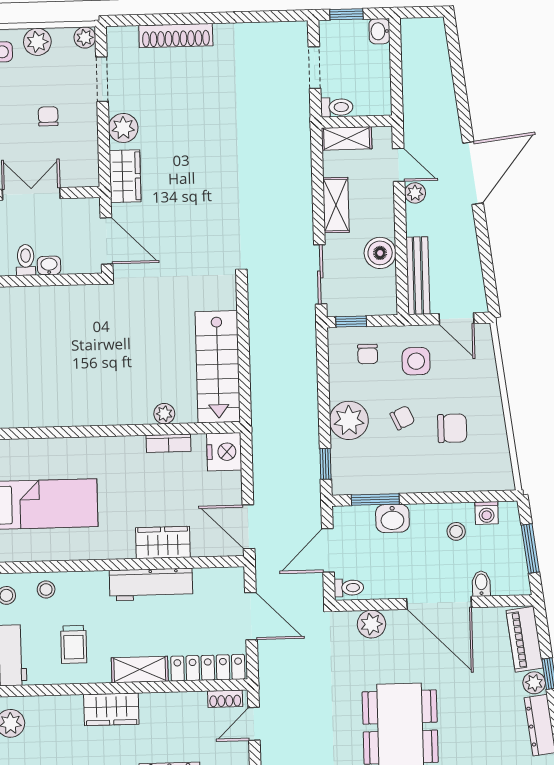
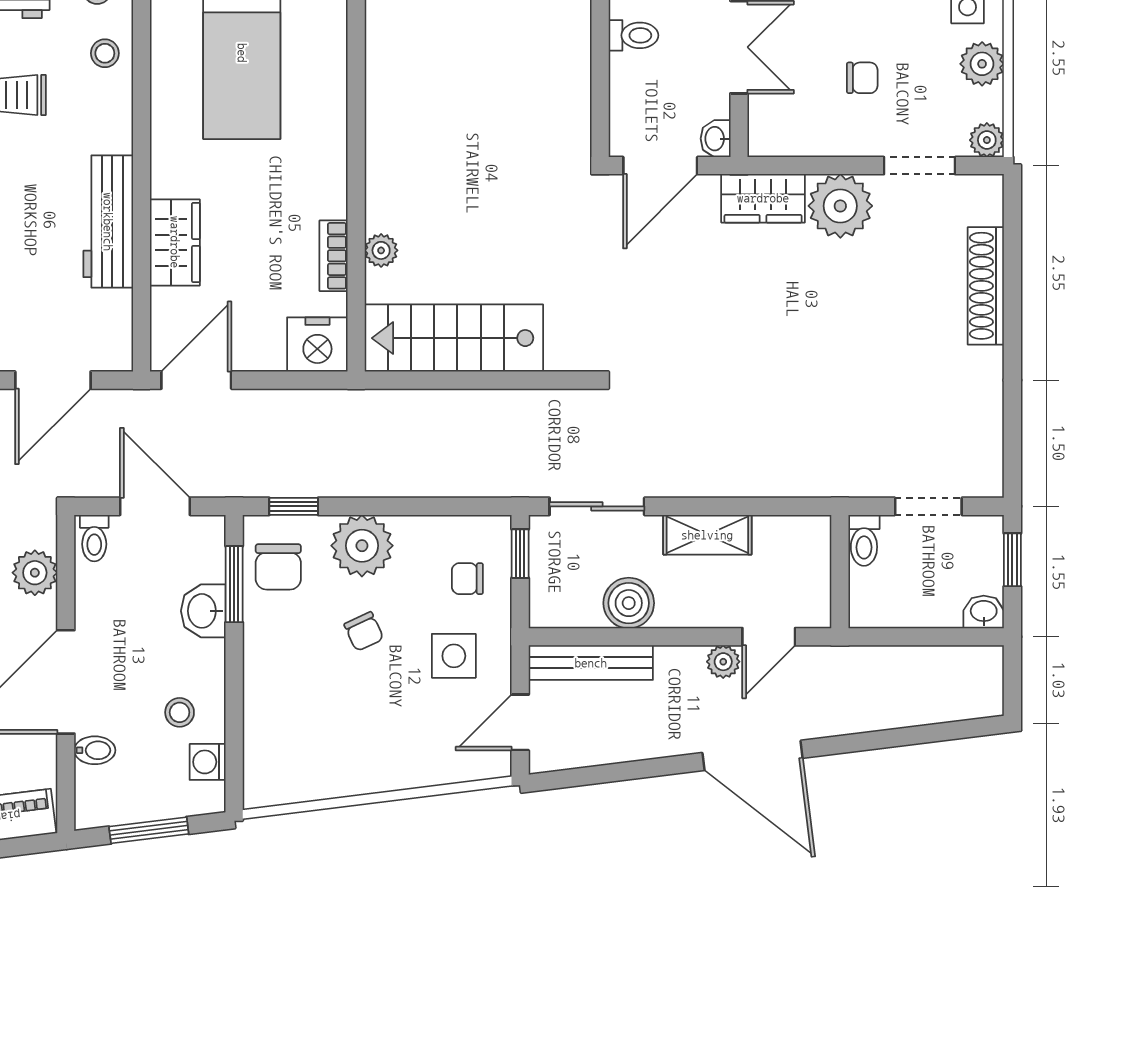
plant: (123, 128) -> (840, 206), width x1.36, depth x1.36
shelving: (347, 138) -> (814, 555), removed
washbasin: (49, 265) -> (716, 139), moved, turned 180
chair: (452, 428) -> (278, 567), moved

